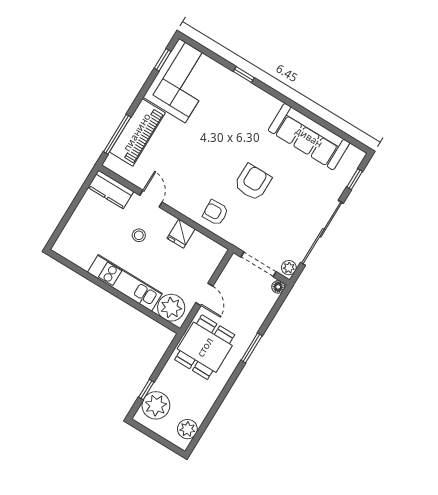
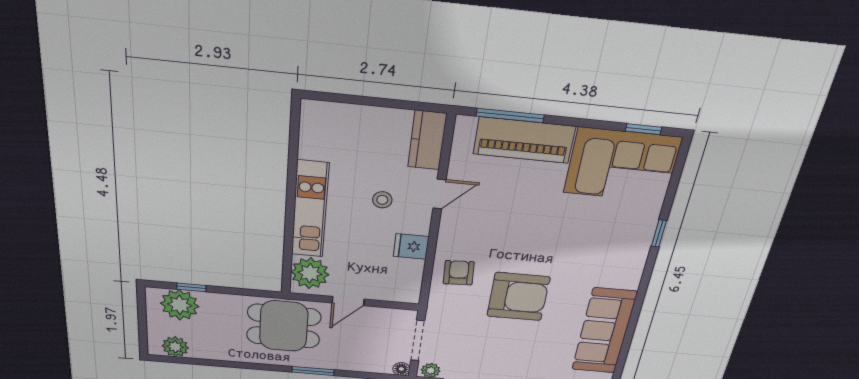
armchair: (253, 182) -> (518, 297), width x1.36, depth x1.36

